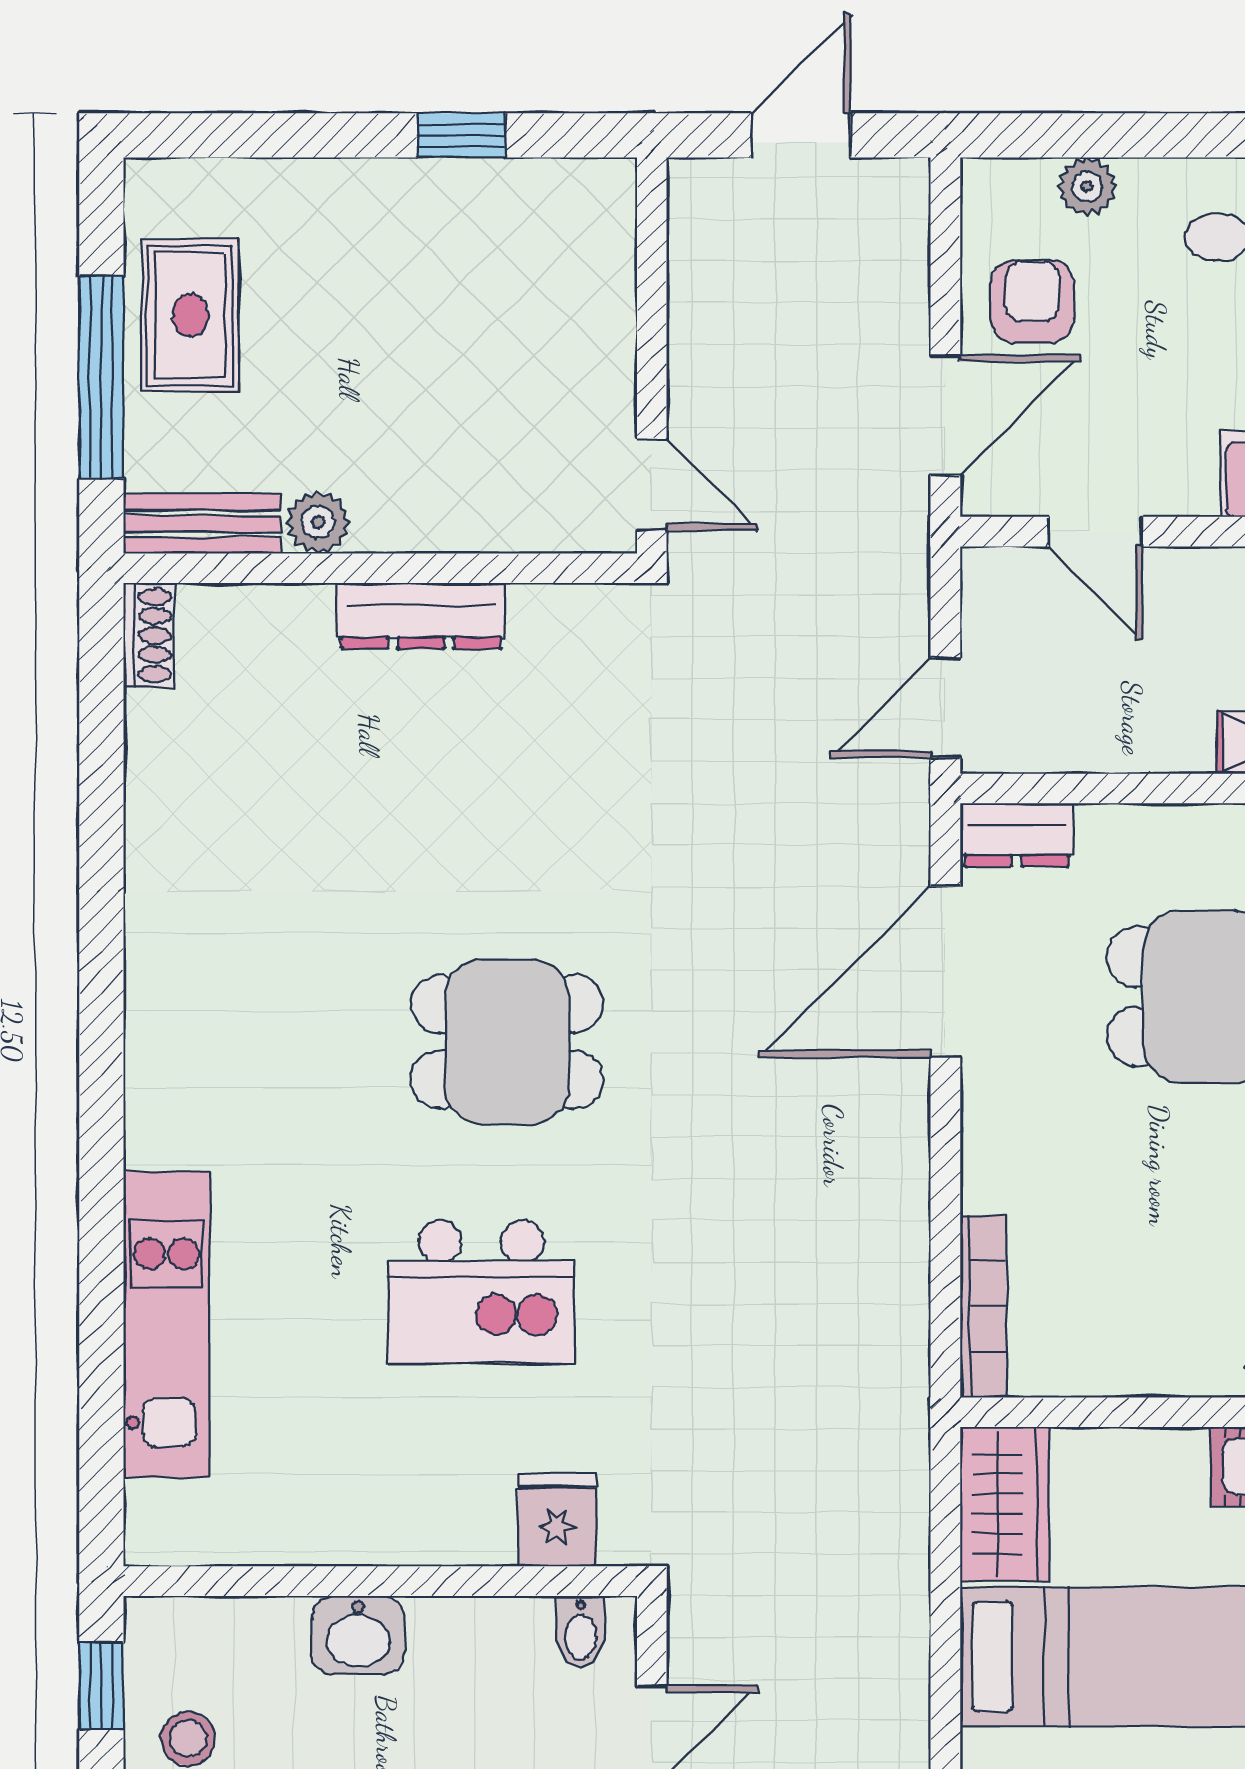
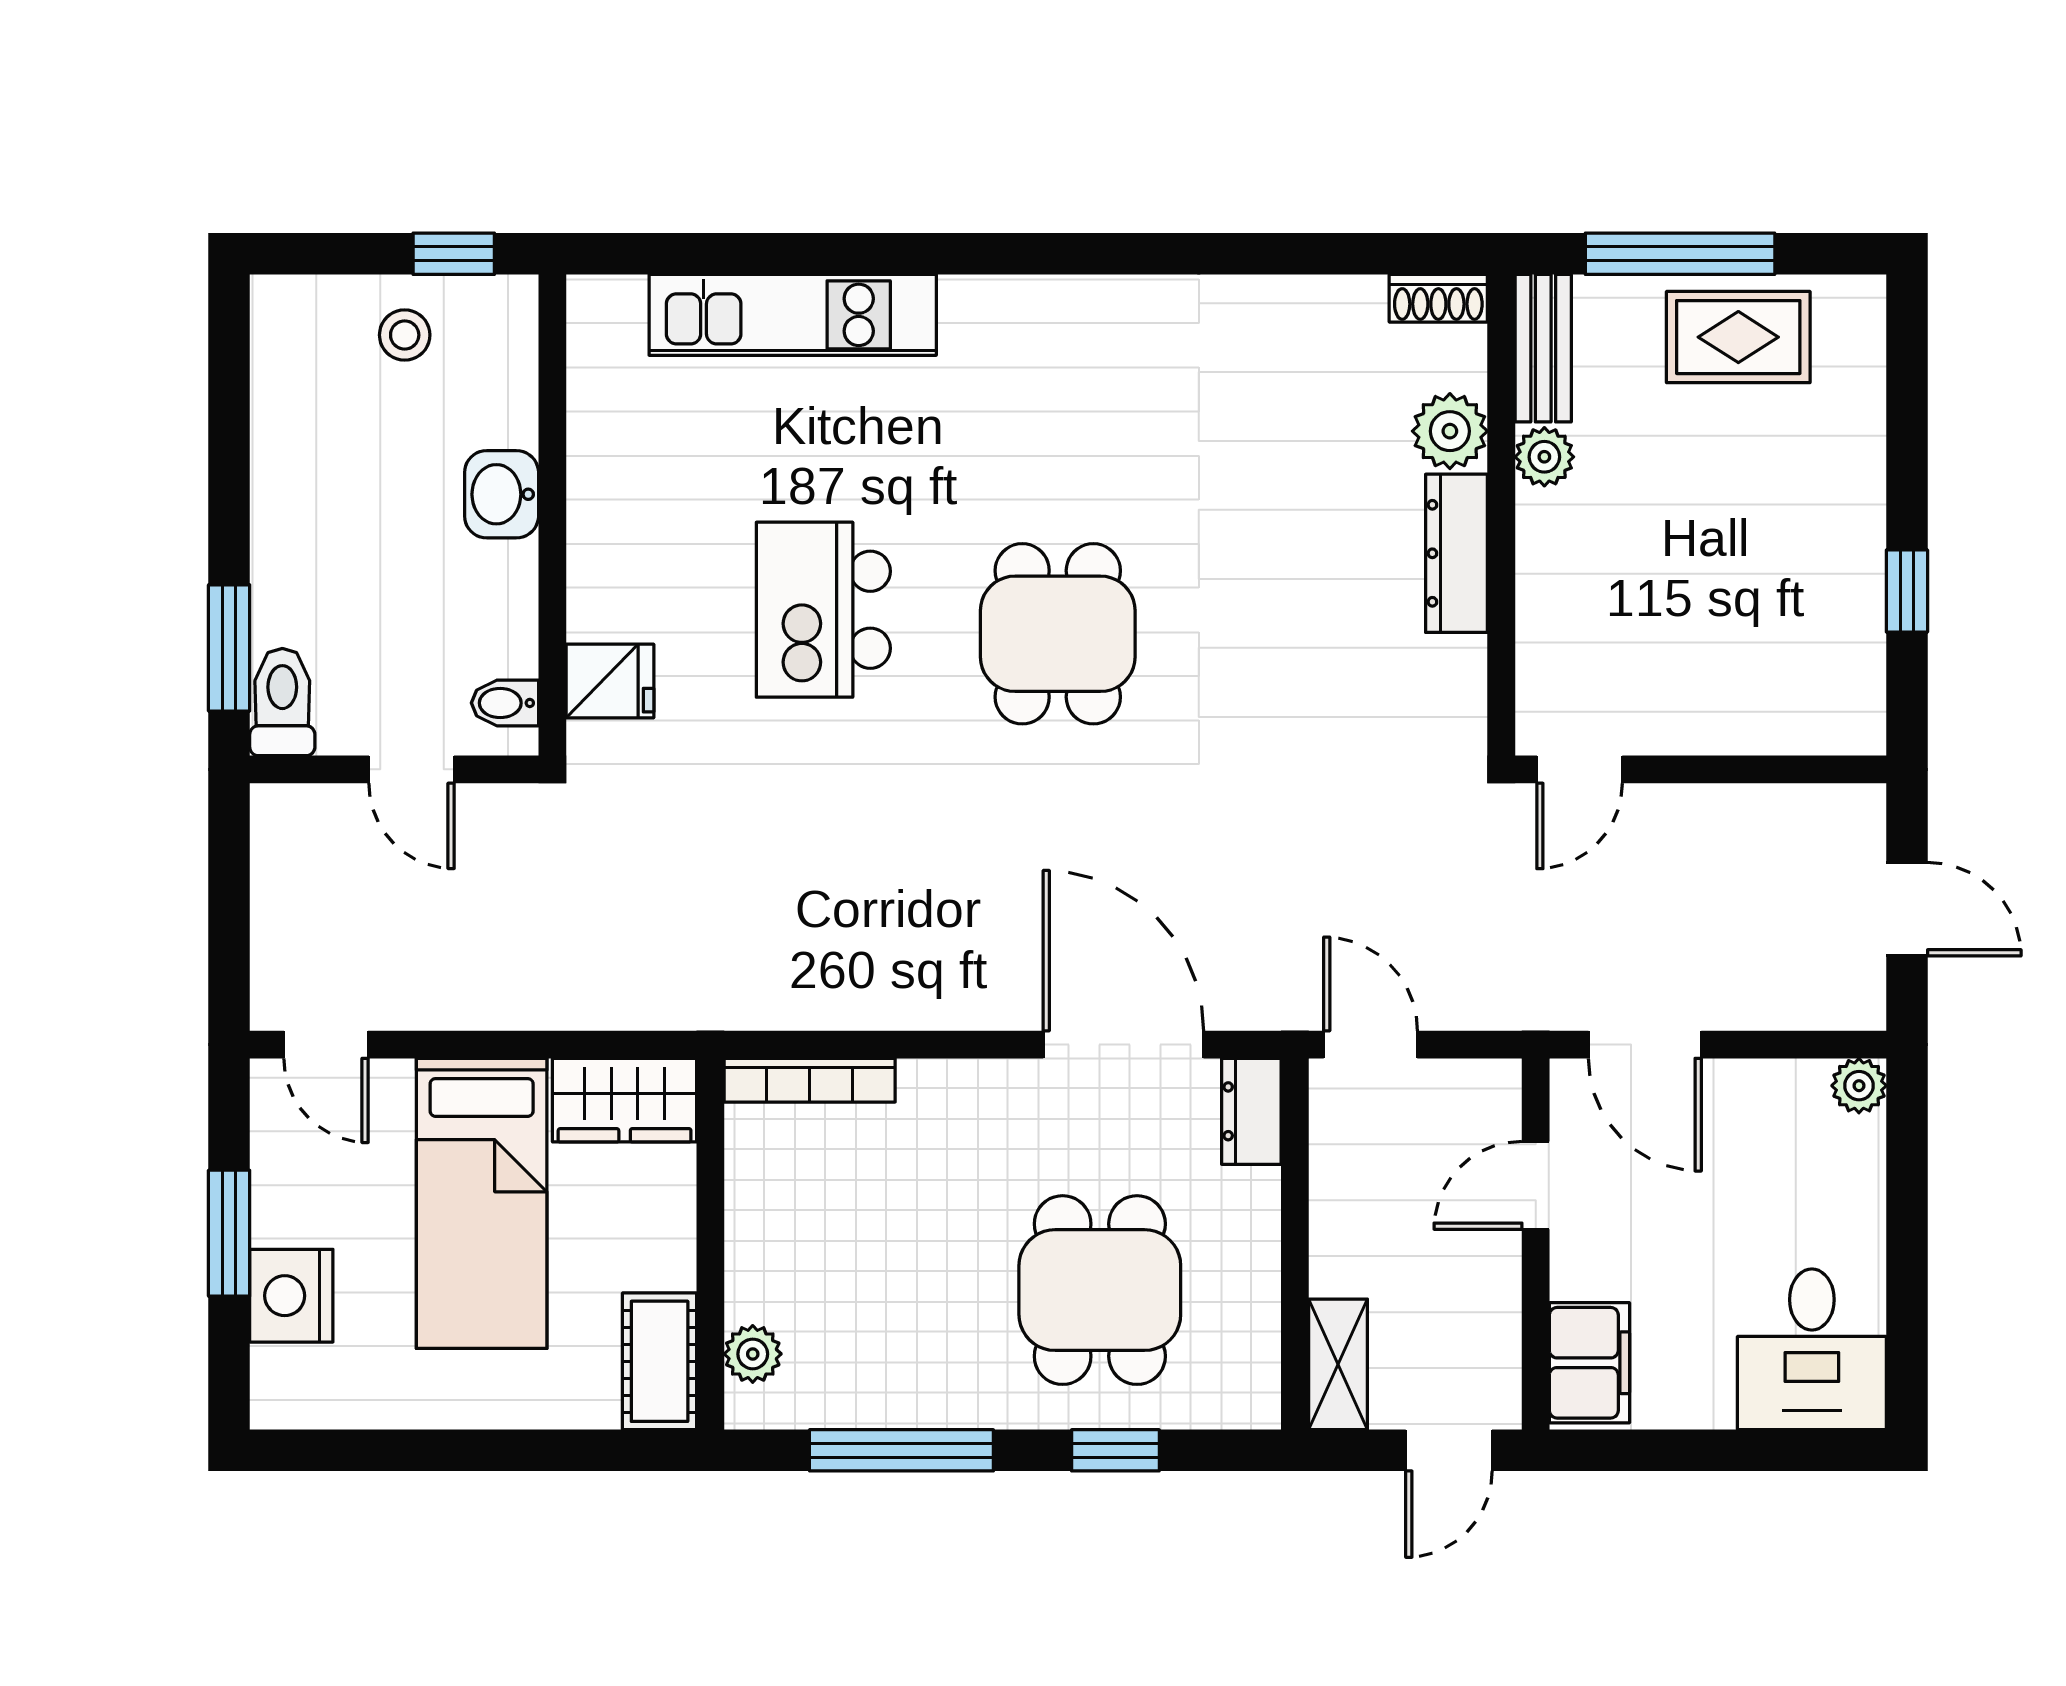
plant: (1087, 187) -> (1859, 1086), moved
armchair: (1032, 301) -> (1751, 1126), removed
plant: (291, 623) -> (1450, 431), added

